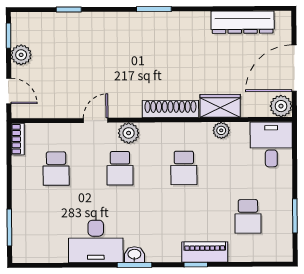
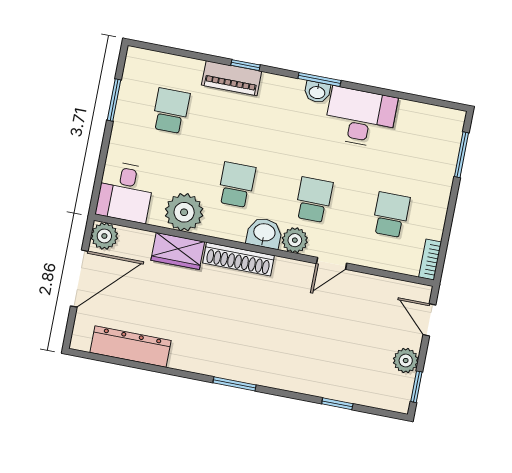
plant: (221, 130) -> (184, 212), width x1.87, depth x1.87
washbasin: (154, 134) -> (264, 233), added

